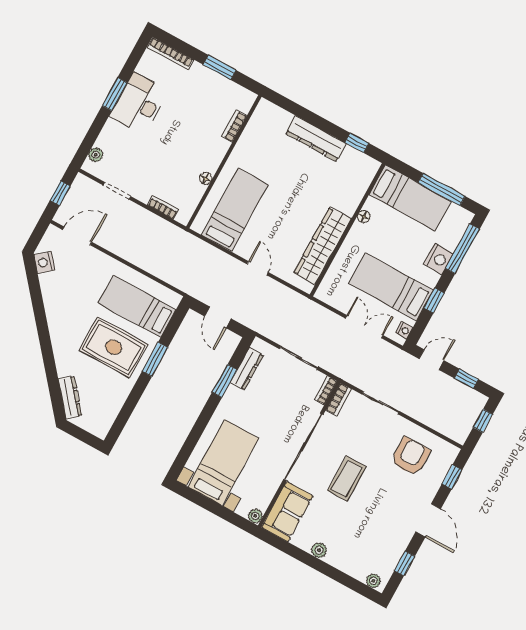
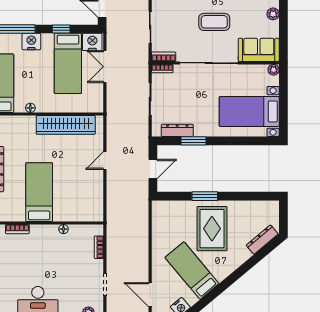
bed: (235, 210) -> (39, 192), moved, turned 90
bed: (137, 307) -> (192, 271), moved, turned 140
nightstand: (404, 330) -> (92, 42), width x1.89, depth x1.79

